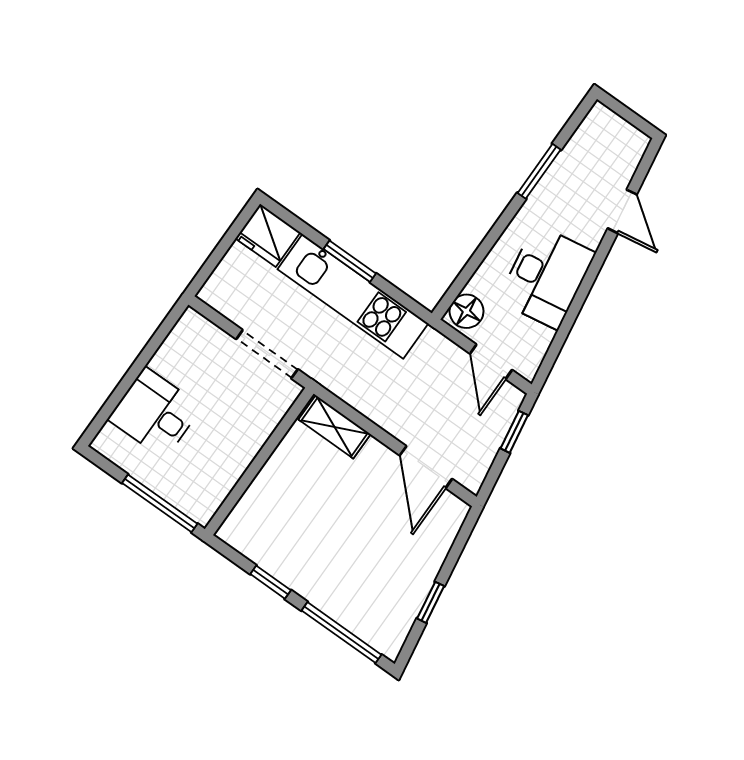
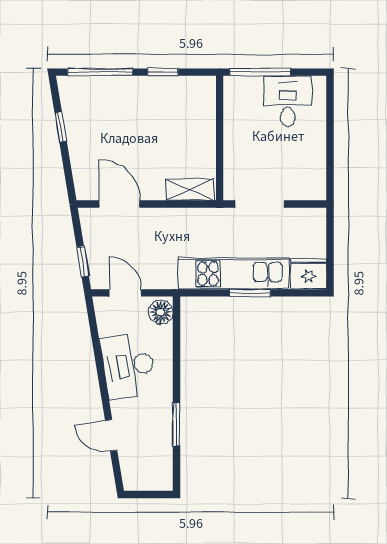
desk: (155, 413) -> (288, 101), moved, turned -90

